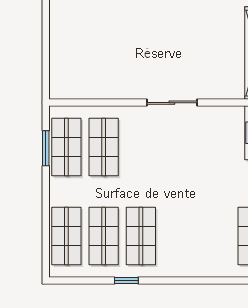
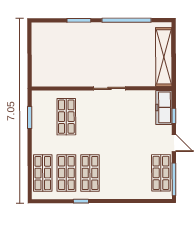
shop shelf: (66, 147) -> (43, 117), removed

